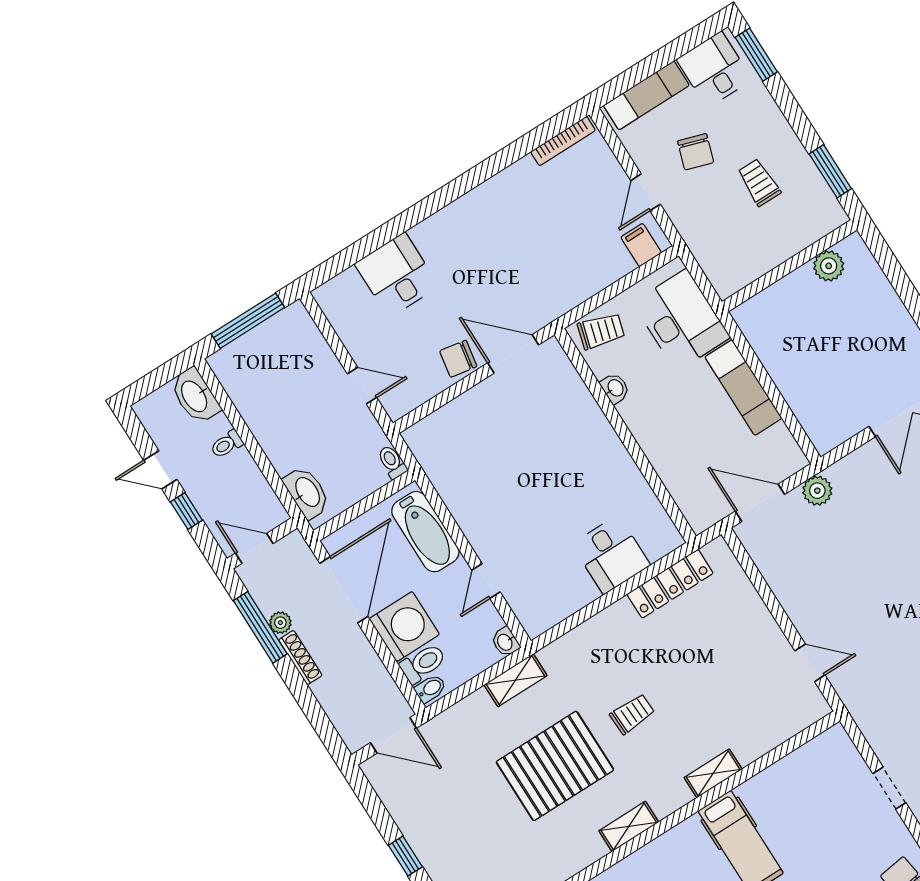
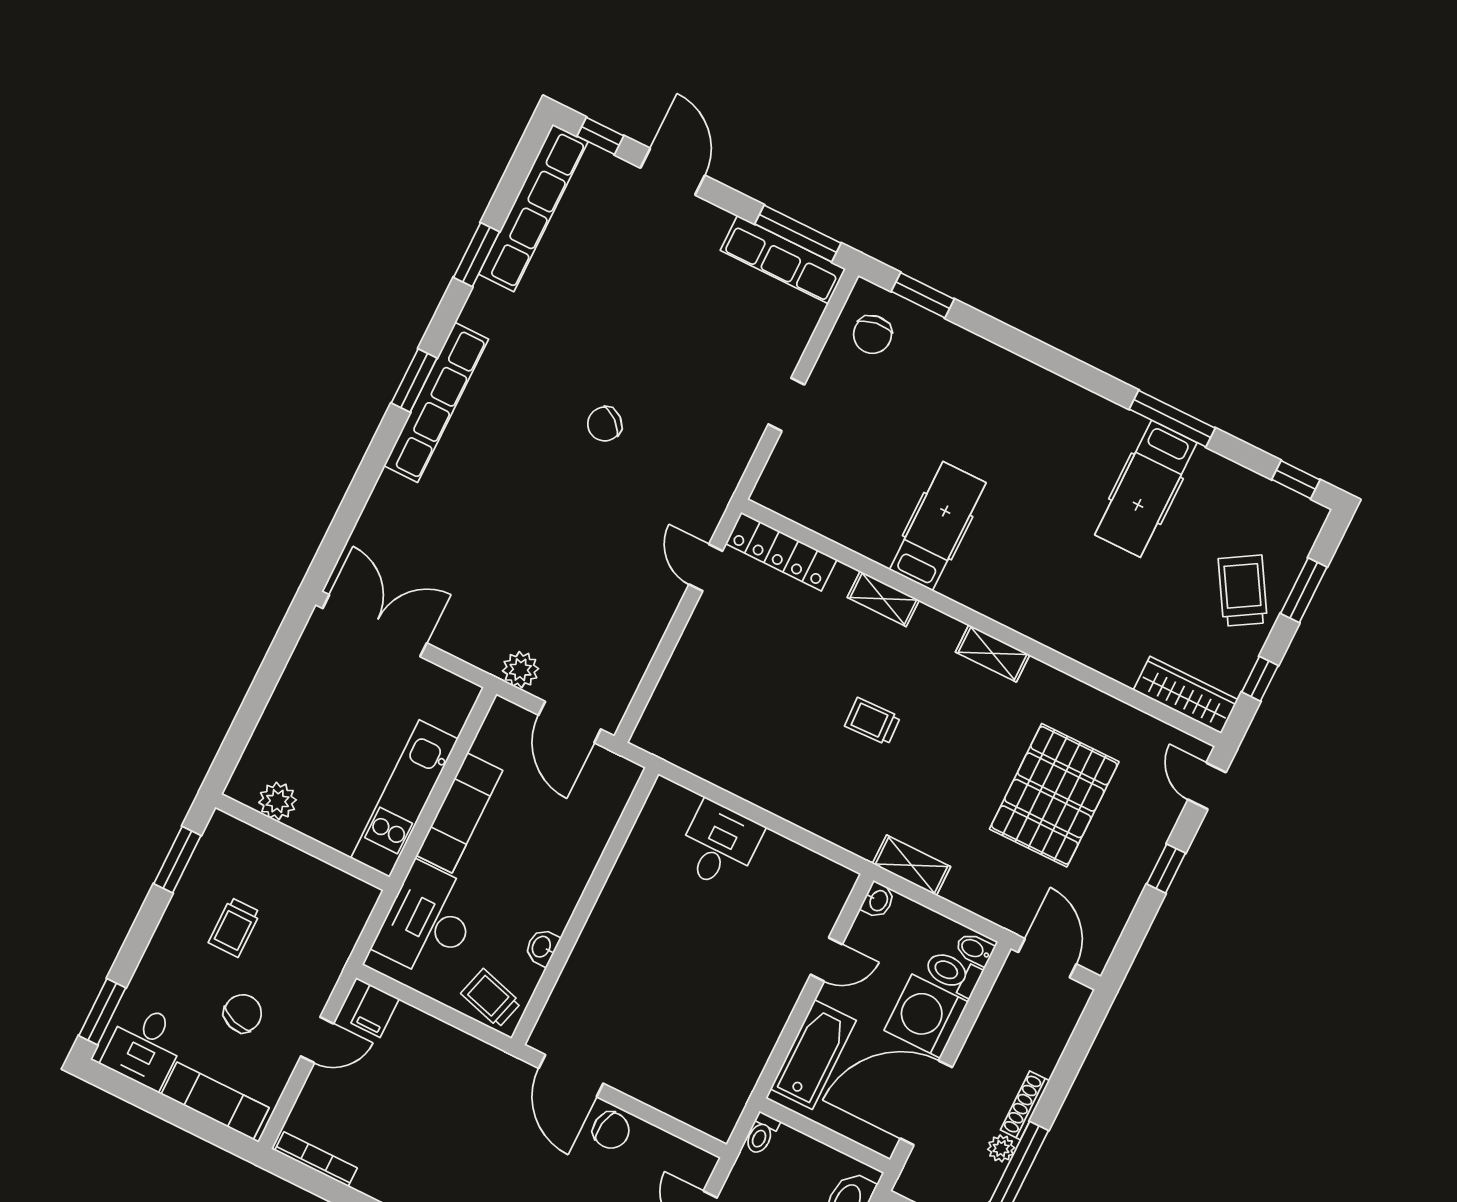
kitchen unit: (777, 355) -> (404, 799), added
locker: (670, 584) -> (781, 552), moved, turned 180
pallet: (555, 766) -> (1054, 795), moved, turned 90

